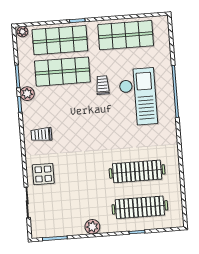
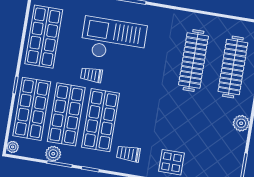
plant: (27, 94) -> (53, 154), moved
shop shelf: (65, 103) -> (101, 120), added
trolley: (41, 134) -> (128, 154), turned 90

